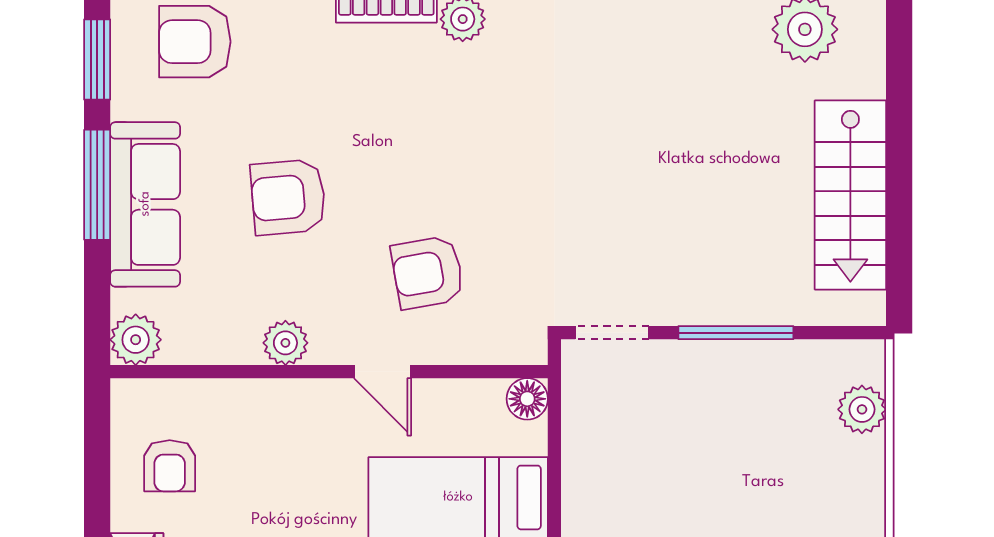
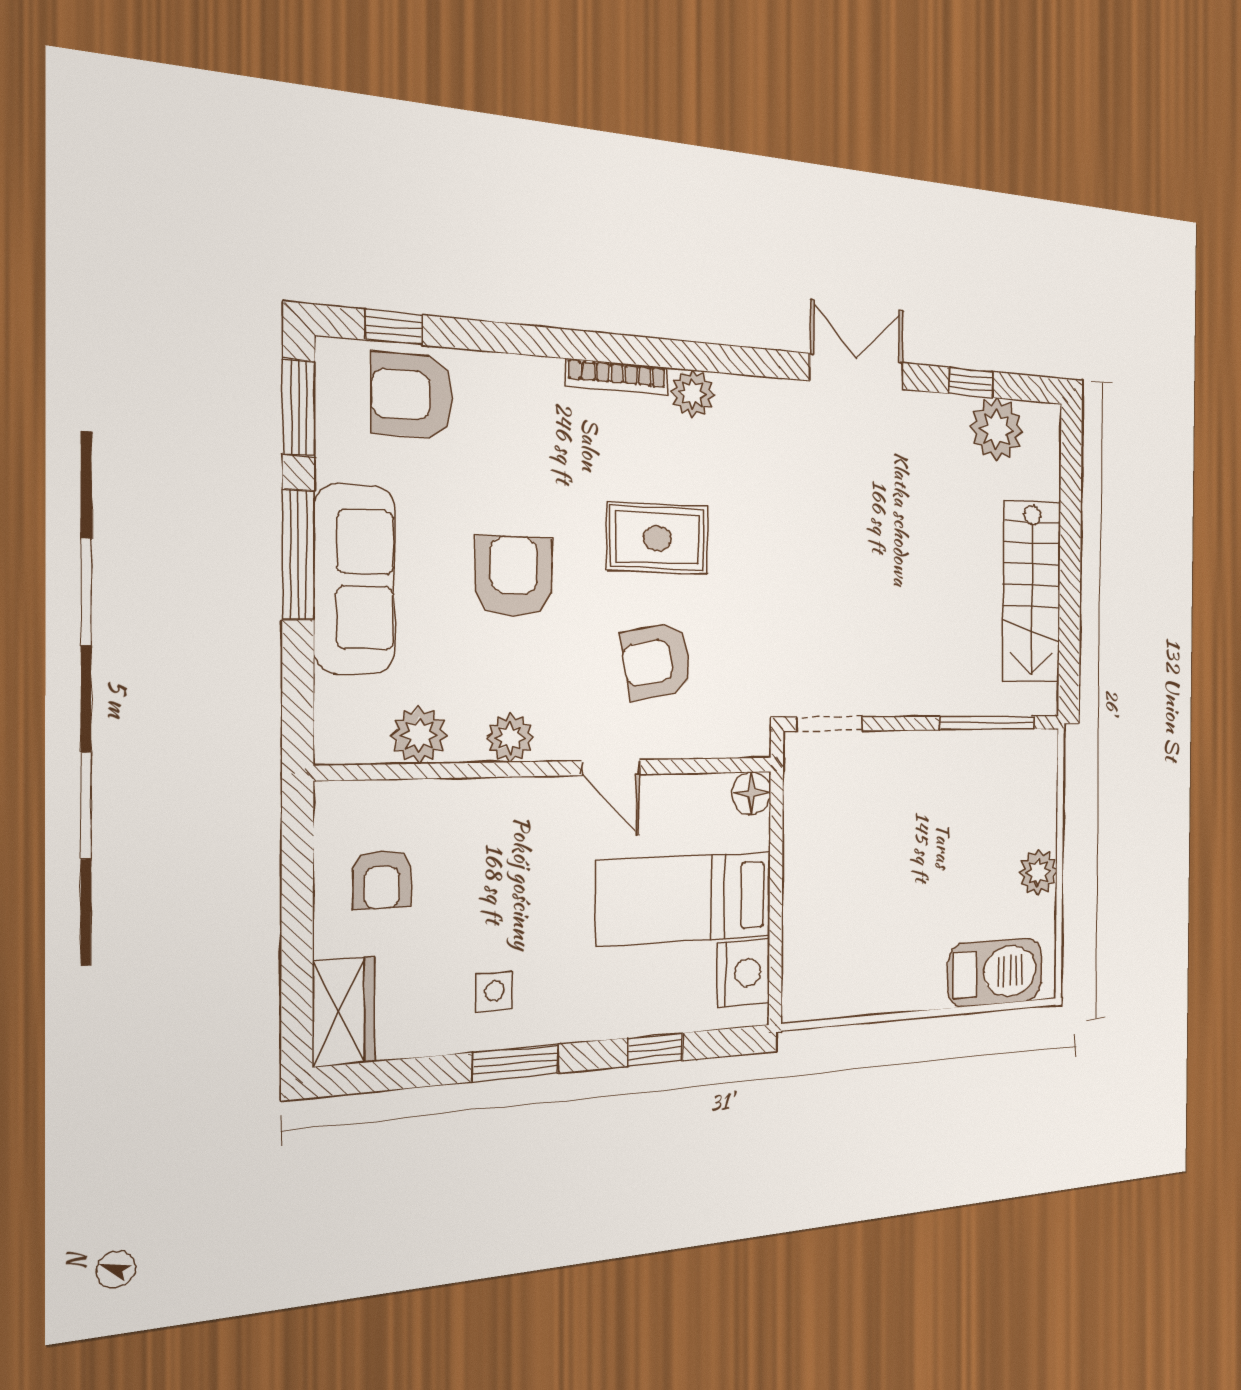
rug: (428, 157) -> (657, 538), added
armchair: (288, 197) -> (514, 576), turned 95
window: (736, 333) -> (987, 723), moved
plant: (136, 340) -> (419, 735), moved
plant: (862, 409) -> (1038, 872), moved

